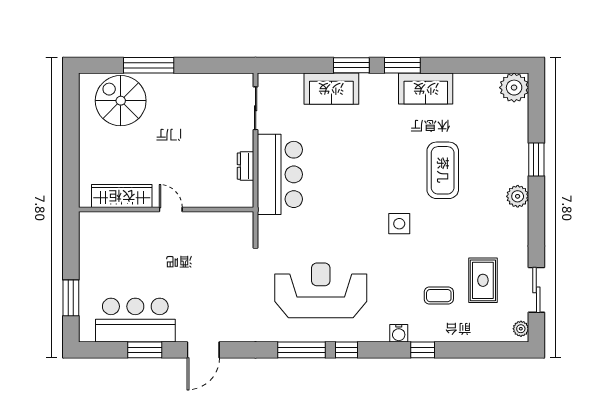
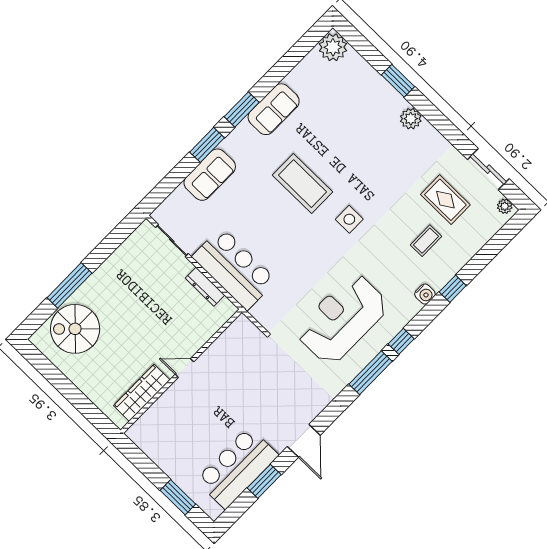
dresser: (246, 166) -> (205, 287), width x1.44
coffee table: (443, 170) -> (302, 184), moved

